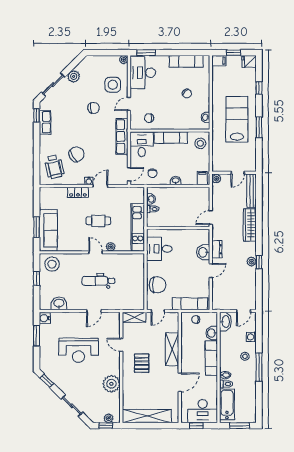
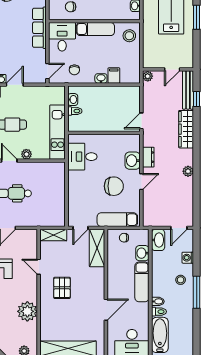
filing cabinet: (202, 178) -> (114, 76), moved
window: (259, 262) -> (197, 99), moved
chair: (158, 285) -> (114, 186), moved
shelving: (172, 349) -> (97, 248), moved

